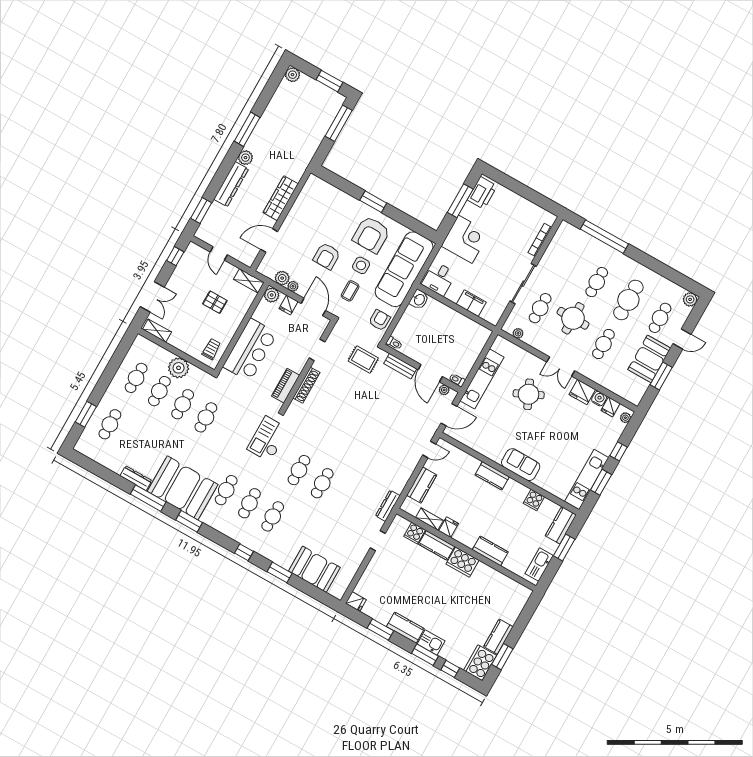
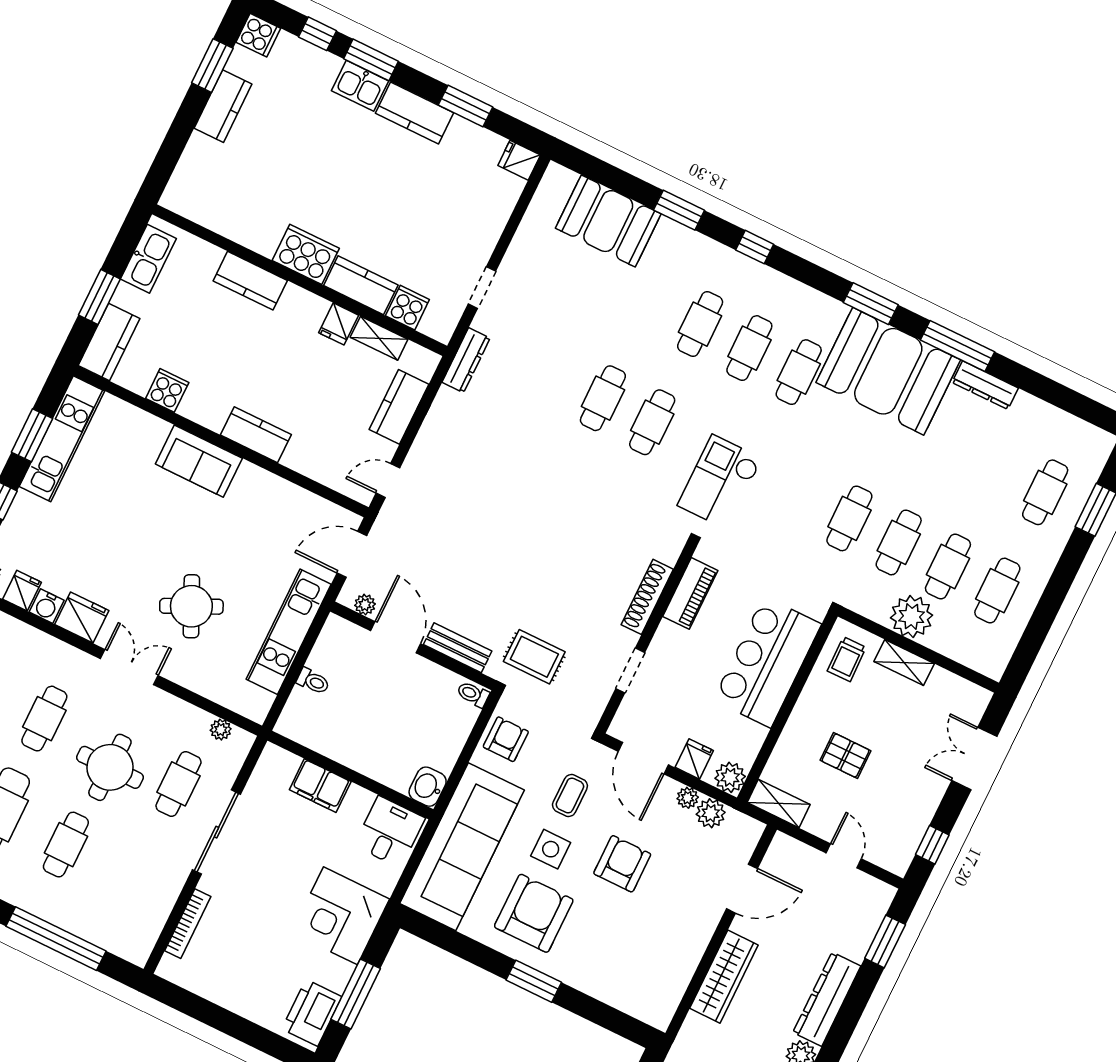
armchair: (380, 320) -> (506, 739), turned 180
shelving: (157, 331) -> (904, 662), moved
toilet: (457, 380) -> (313, 681), moved
checkout: (268, 439) -> (720, 482), turned 180
cooker: (480, 663) -> (258, 35), width x0.53, depth x0.76

